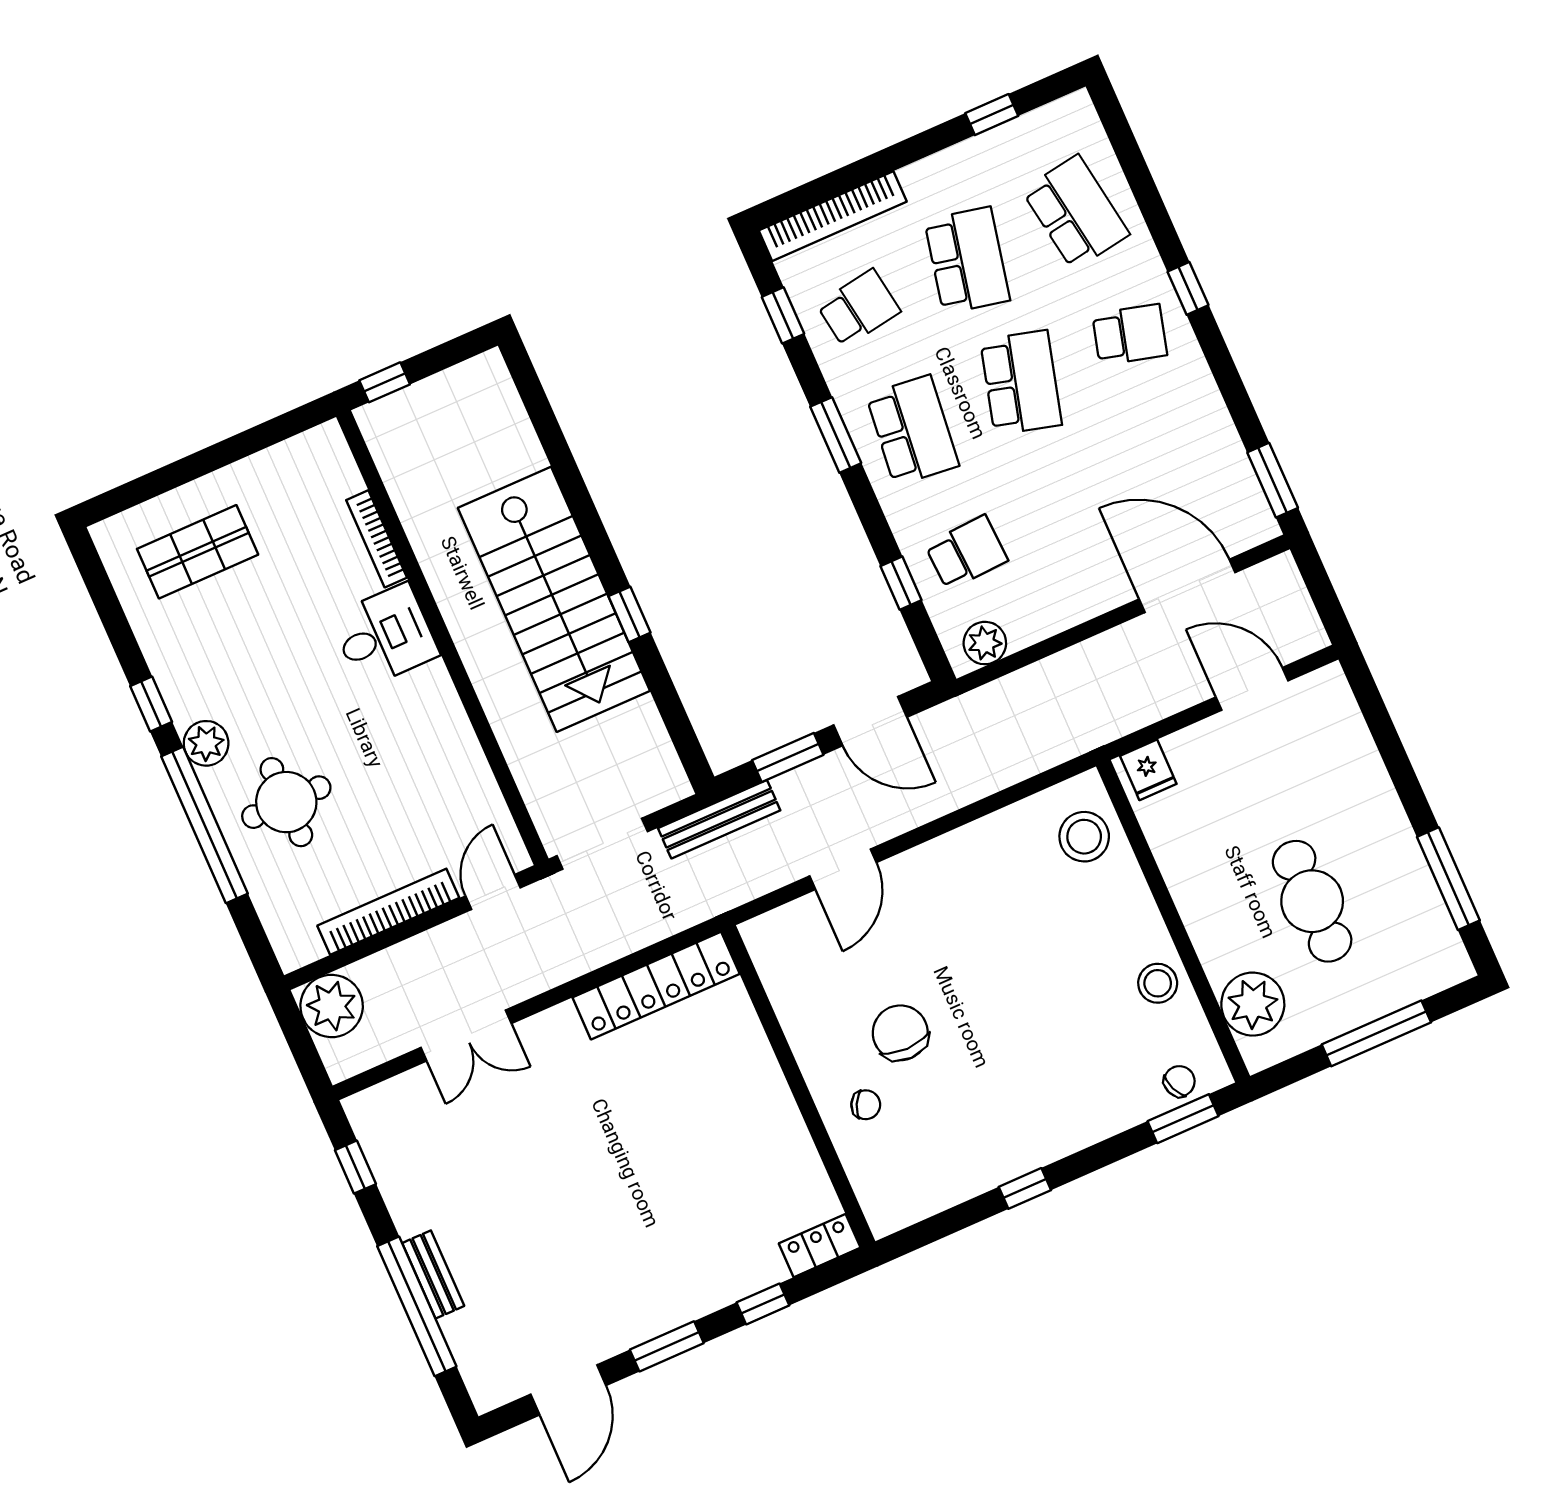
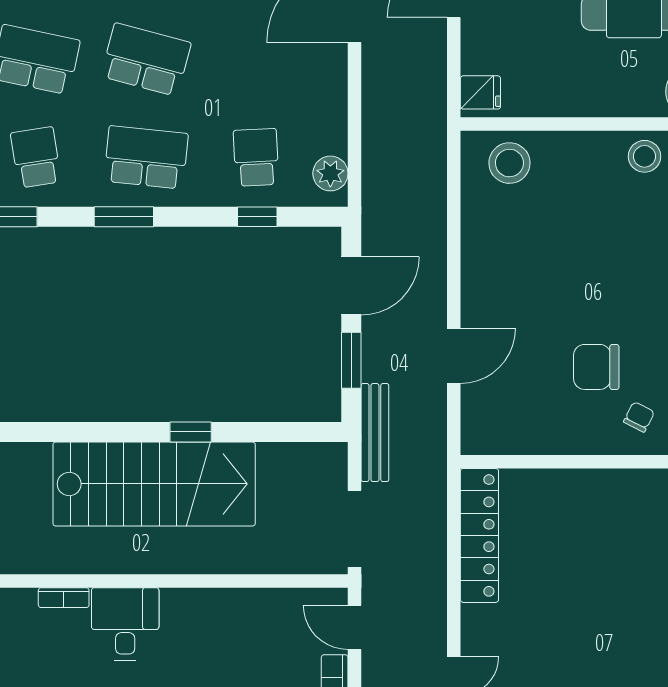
bookcase: (377, 539) -> (64, 598), width x0.64
door: (843, 869) -> (454, 356), hinge flipped

